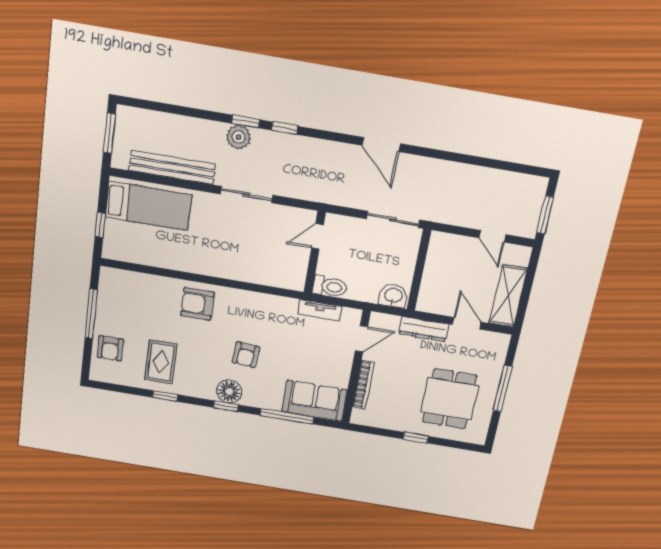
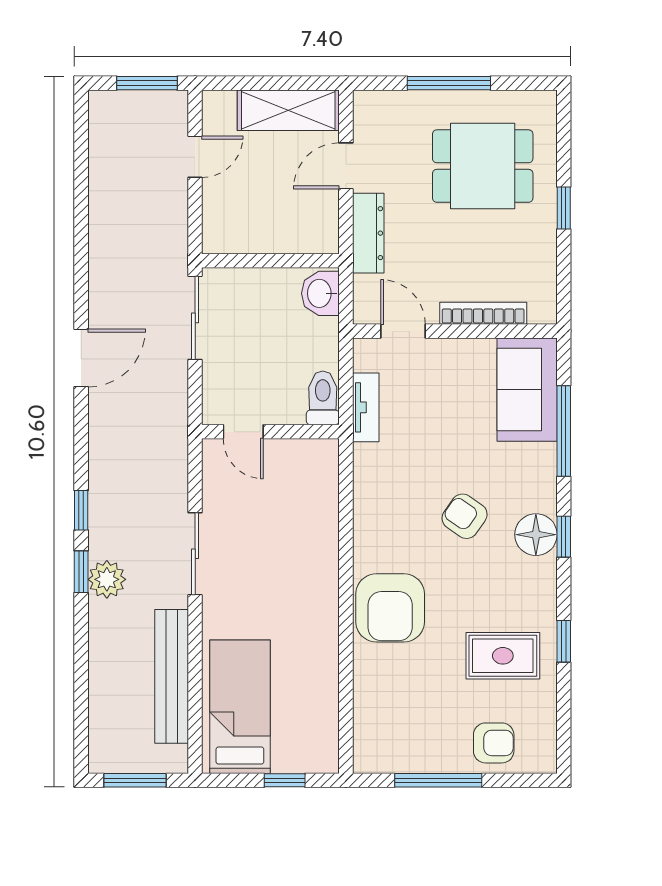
armchair: (197, 304) -> (390, 608), width x1.36, depth x1.36
armchair: (246, 355) -> (465, 516), turned -150

